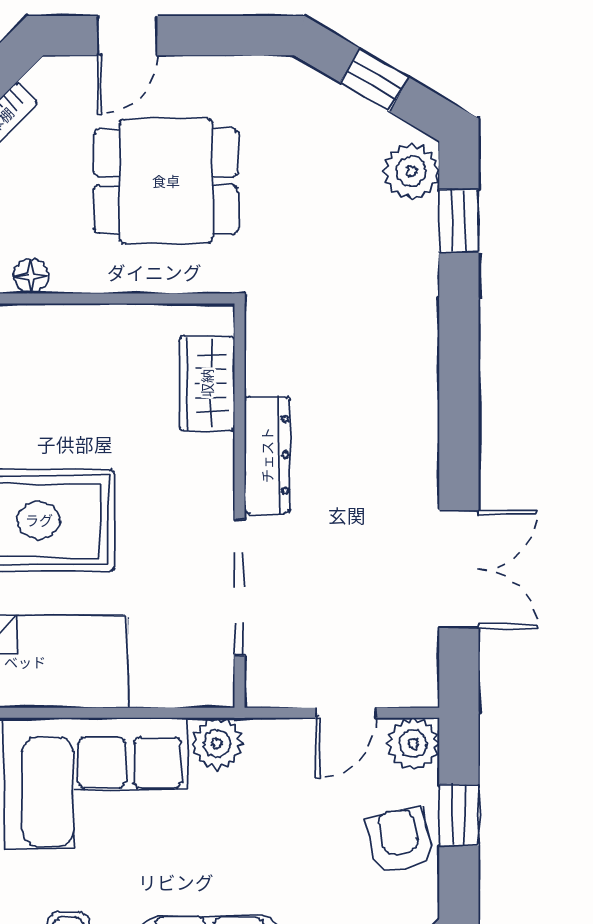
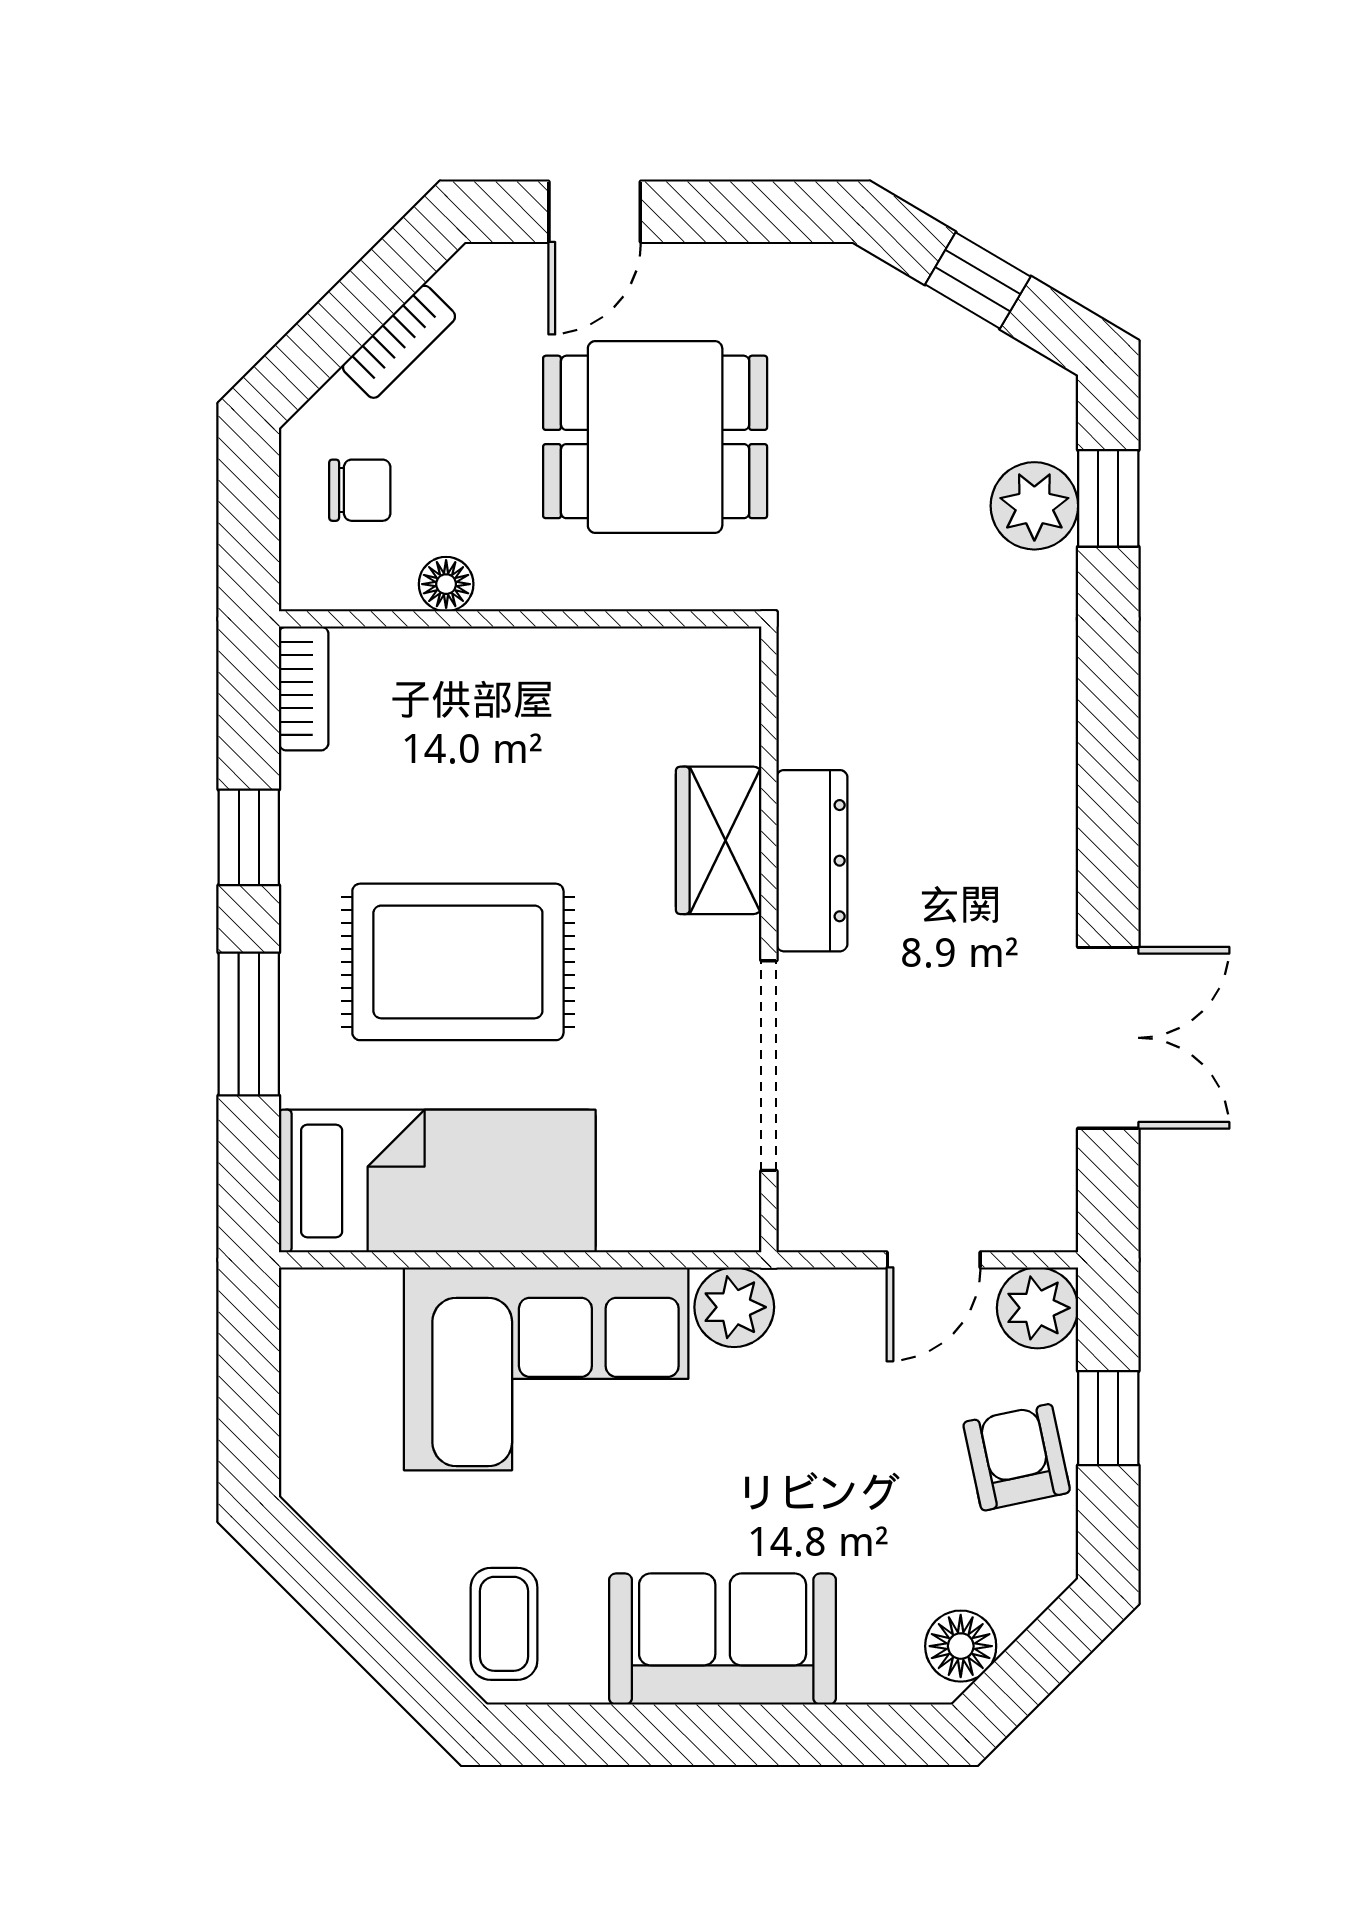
plant: (411, 171) -> (1034, 506), moved
wardrobe: (207, 383) -> (719, 840), moved

